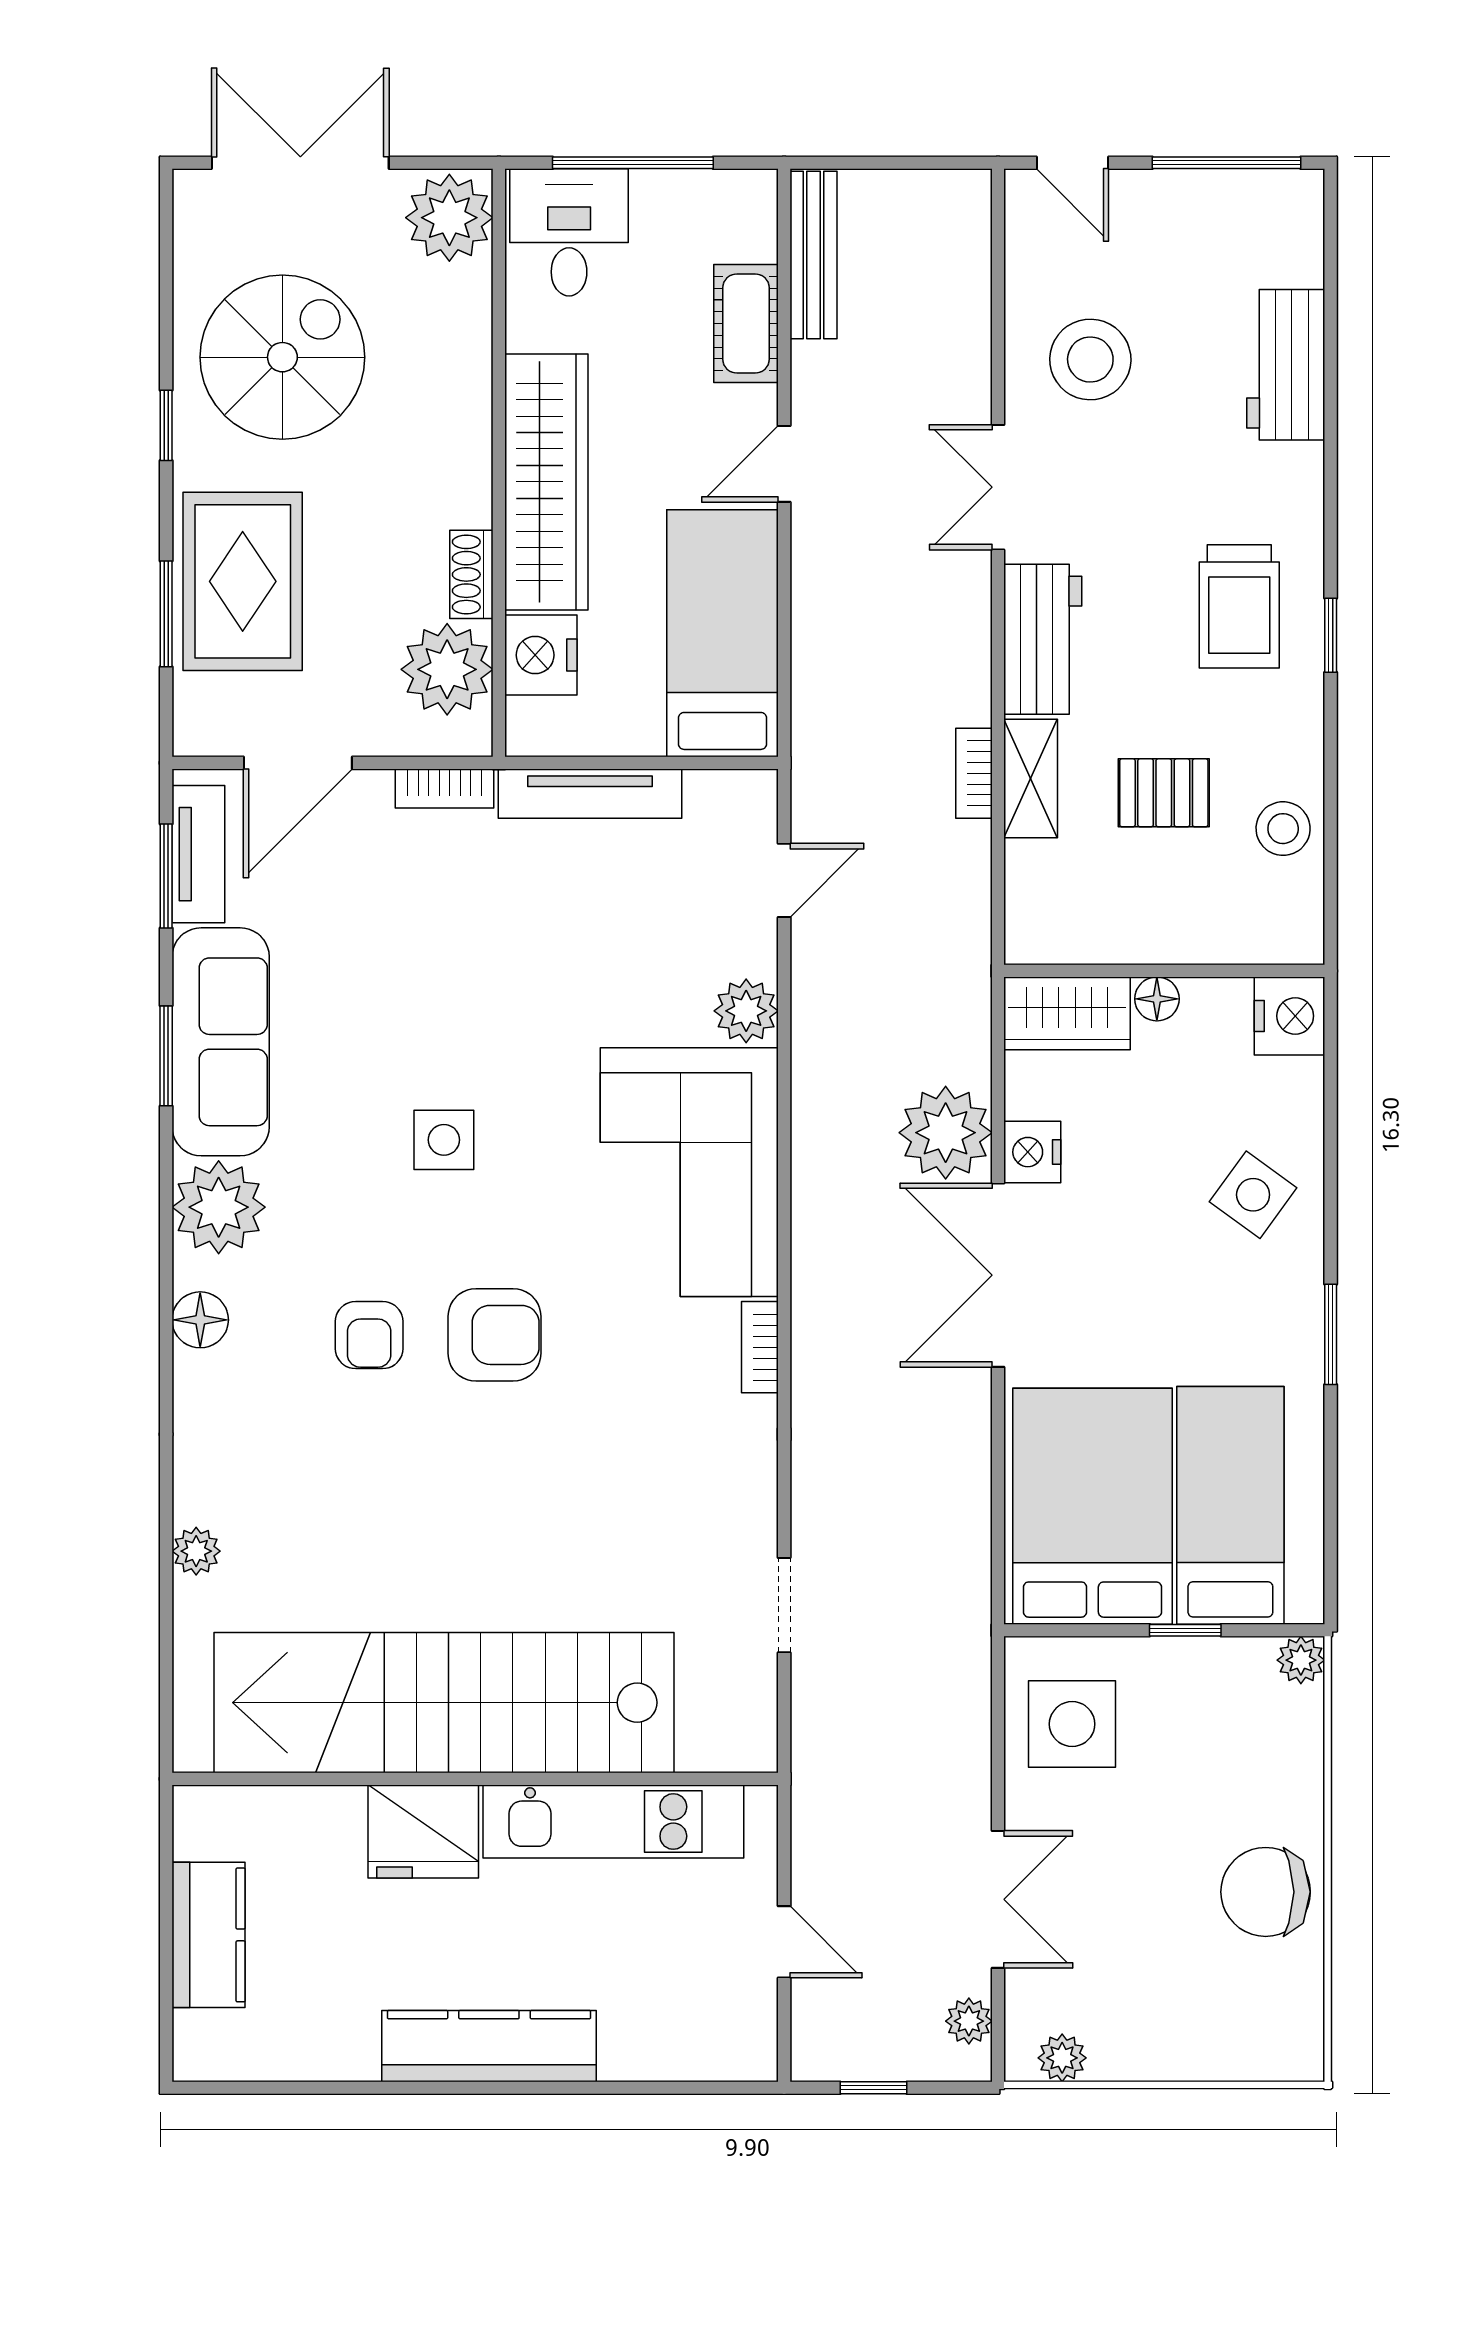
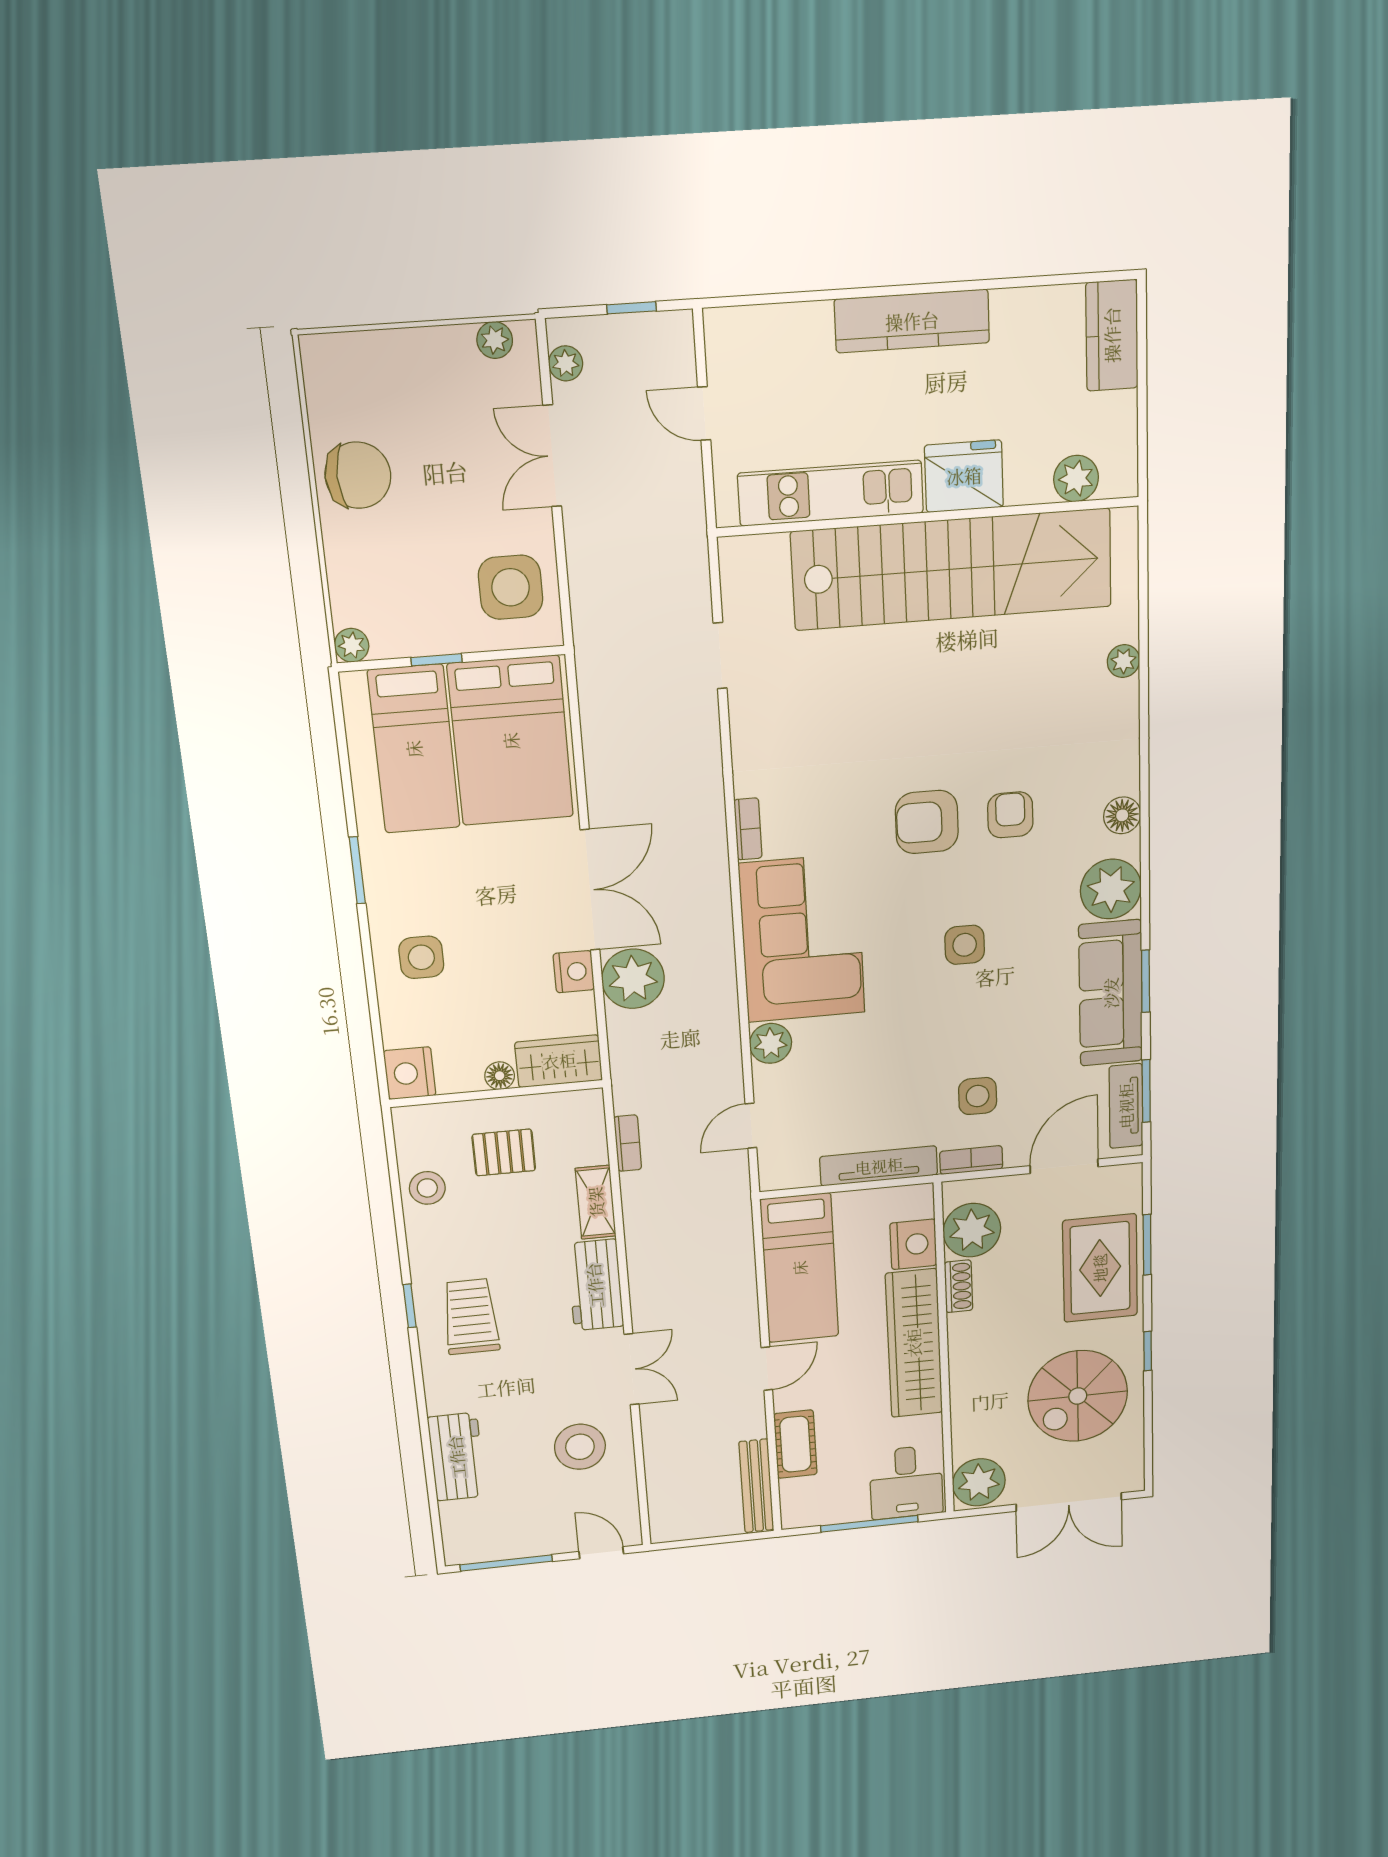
bookcase: (974, 773) -> (628, 1143), moved
pallet: (1164, 793) -> (504, 1152), moved
side table: (431, 894) -> (978, 1096), added
side table: (1253, 1195) -> (421, 957), turned -36
plant: (262, 1817) -> (1076, 479), added
kitchen counter: (209, 1935) -> (1112, 335), moved

